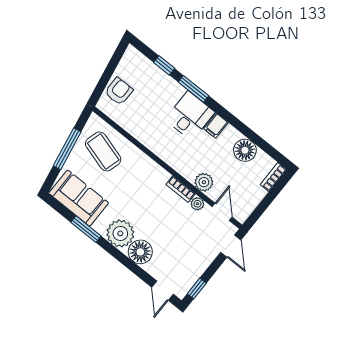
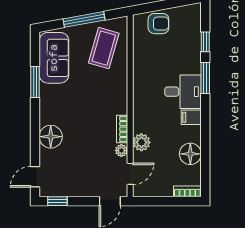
plant: (120, 233) -> (53, 111), removed

